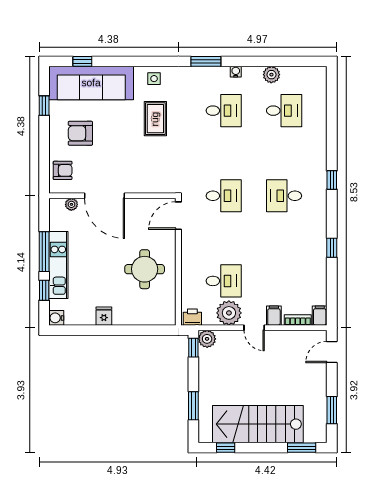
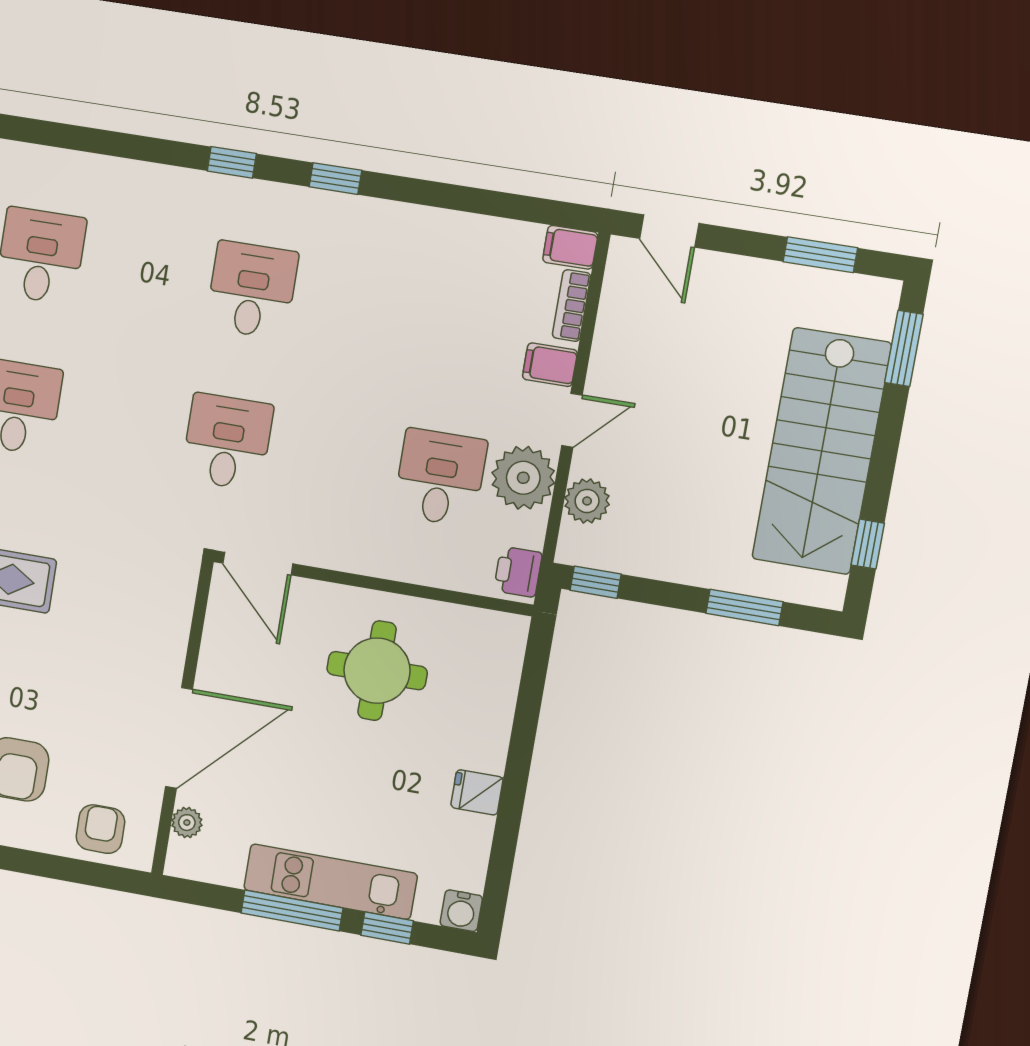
desk: (284, 196) -> (252, 290), turned 180
window: (332, 248) -> (335, 179), moved
plant: (207, 339) -> (587, 501), moved

